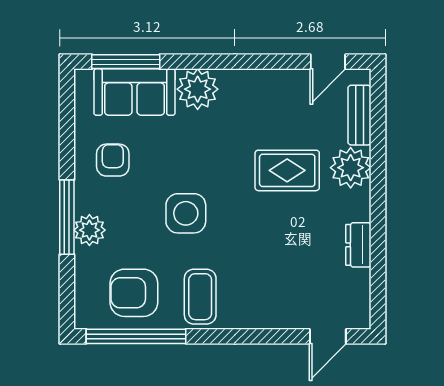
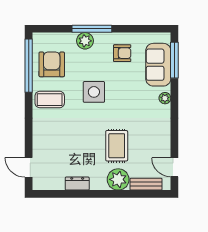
plant: (198, 89) -> (165, 98), width x0.53, depth x0.53

